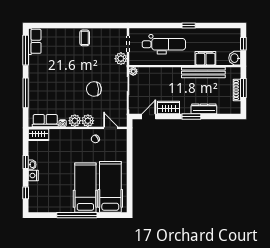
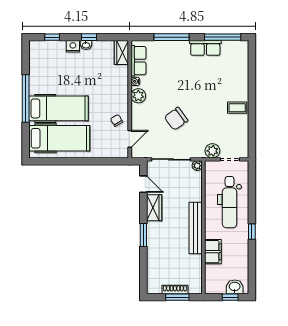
row of seats: (35, 41) -> (205, 48), moved
washbasin: (235, 58) -> (235, 287), moved
bench: (203, 73) -> (196, 228), moved
chair: (94, 89) -> (176, 119), turned -122
dresser: (204, 109) -> (152, 250), removed
plant: (88, 121) -> (138, 111), removed

